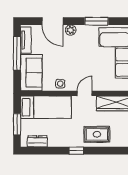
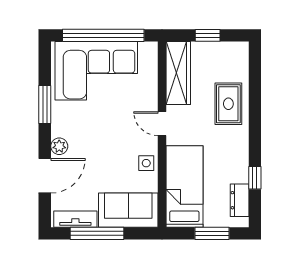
window: (76, 151) -> (255, 178), moved

